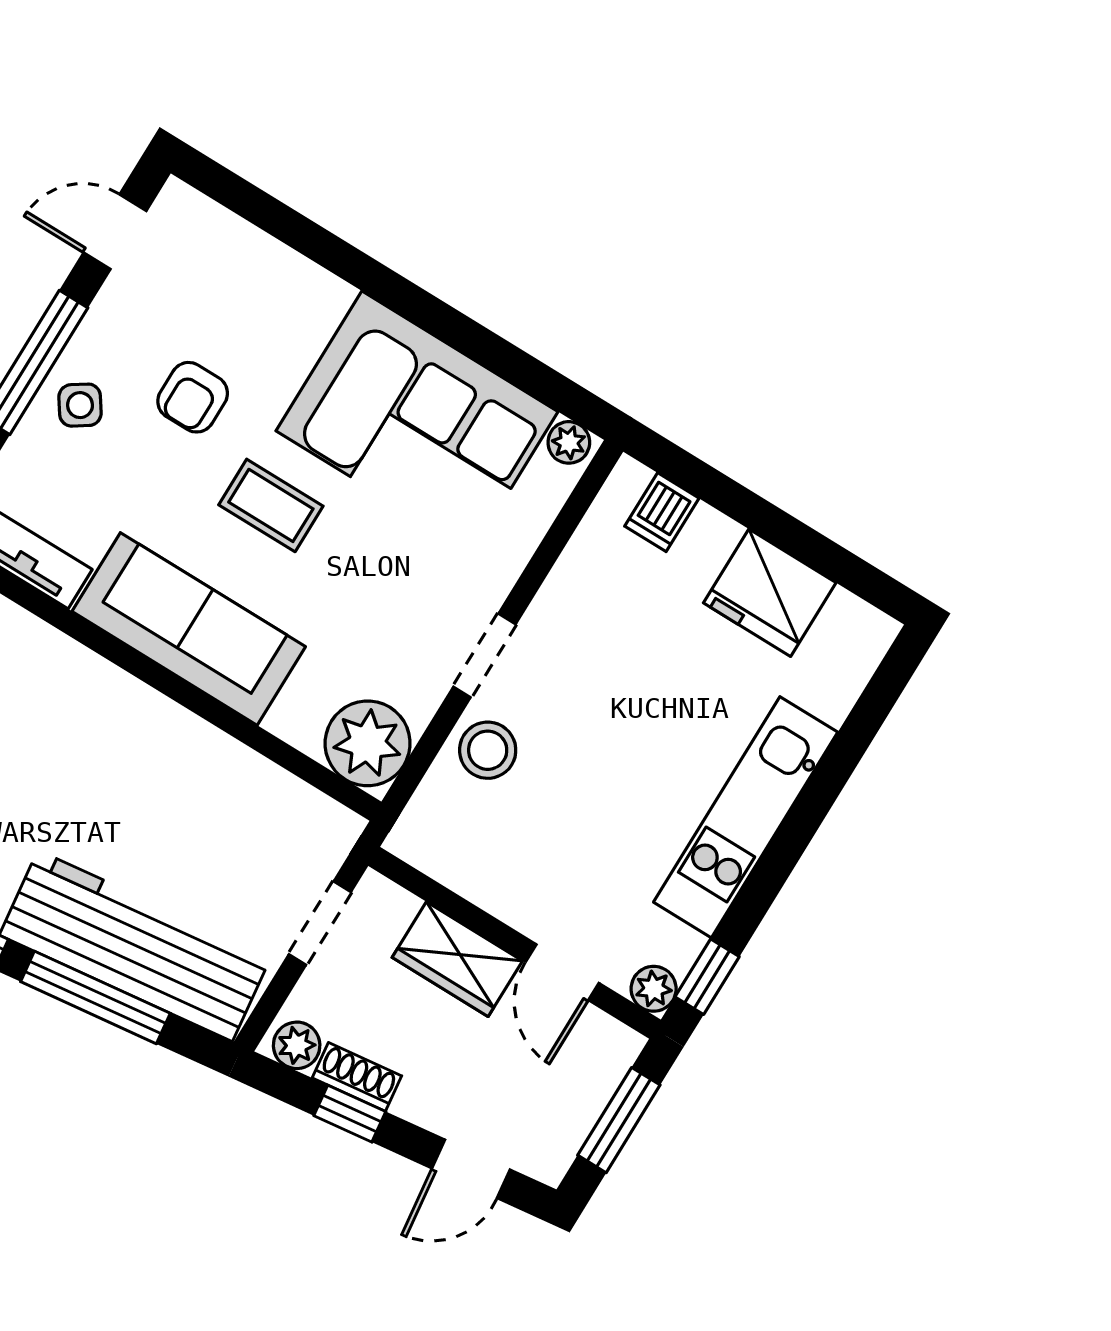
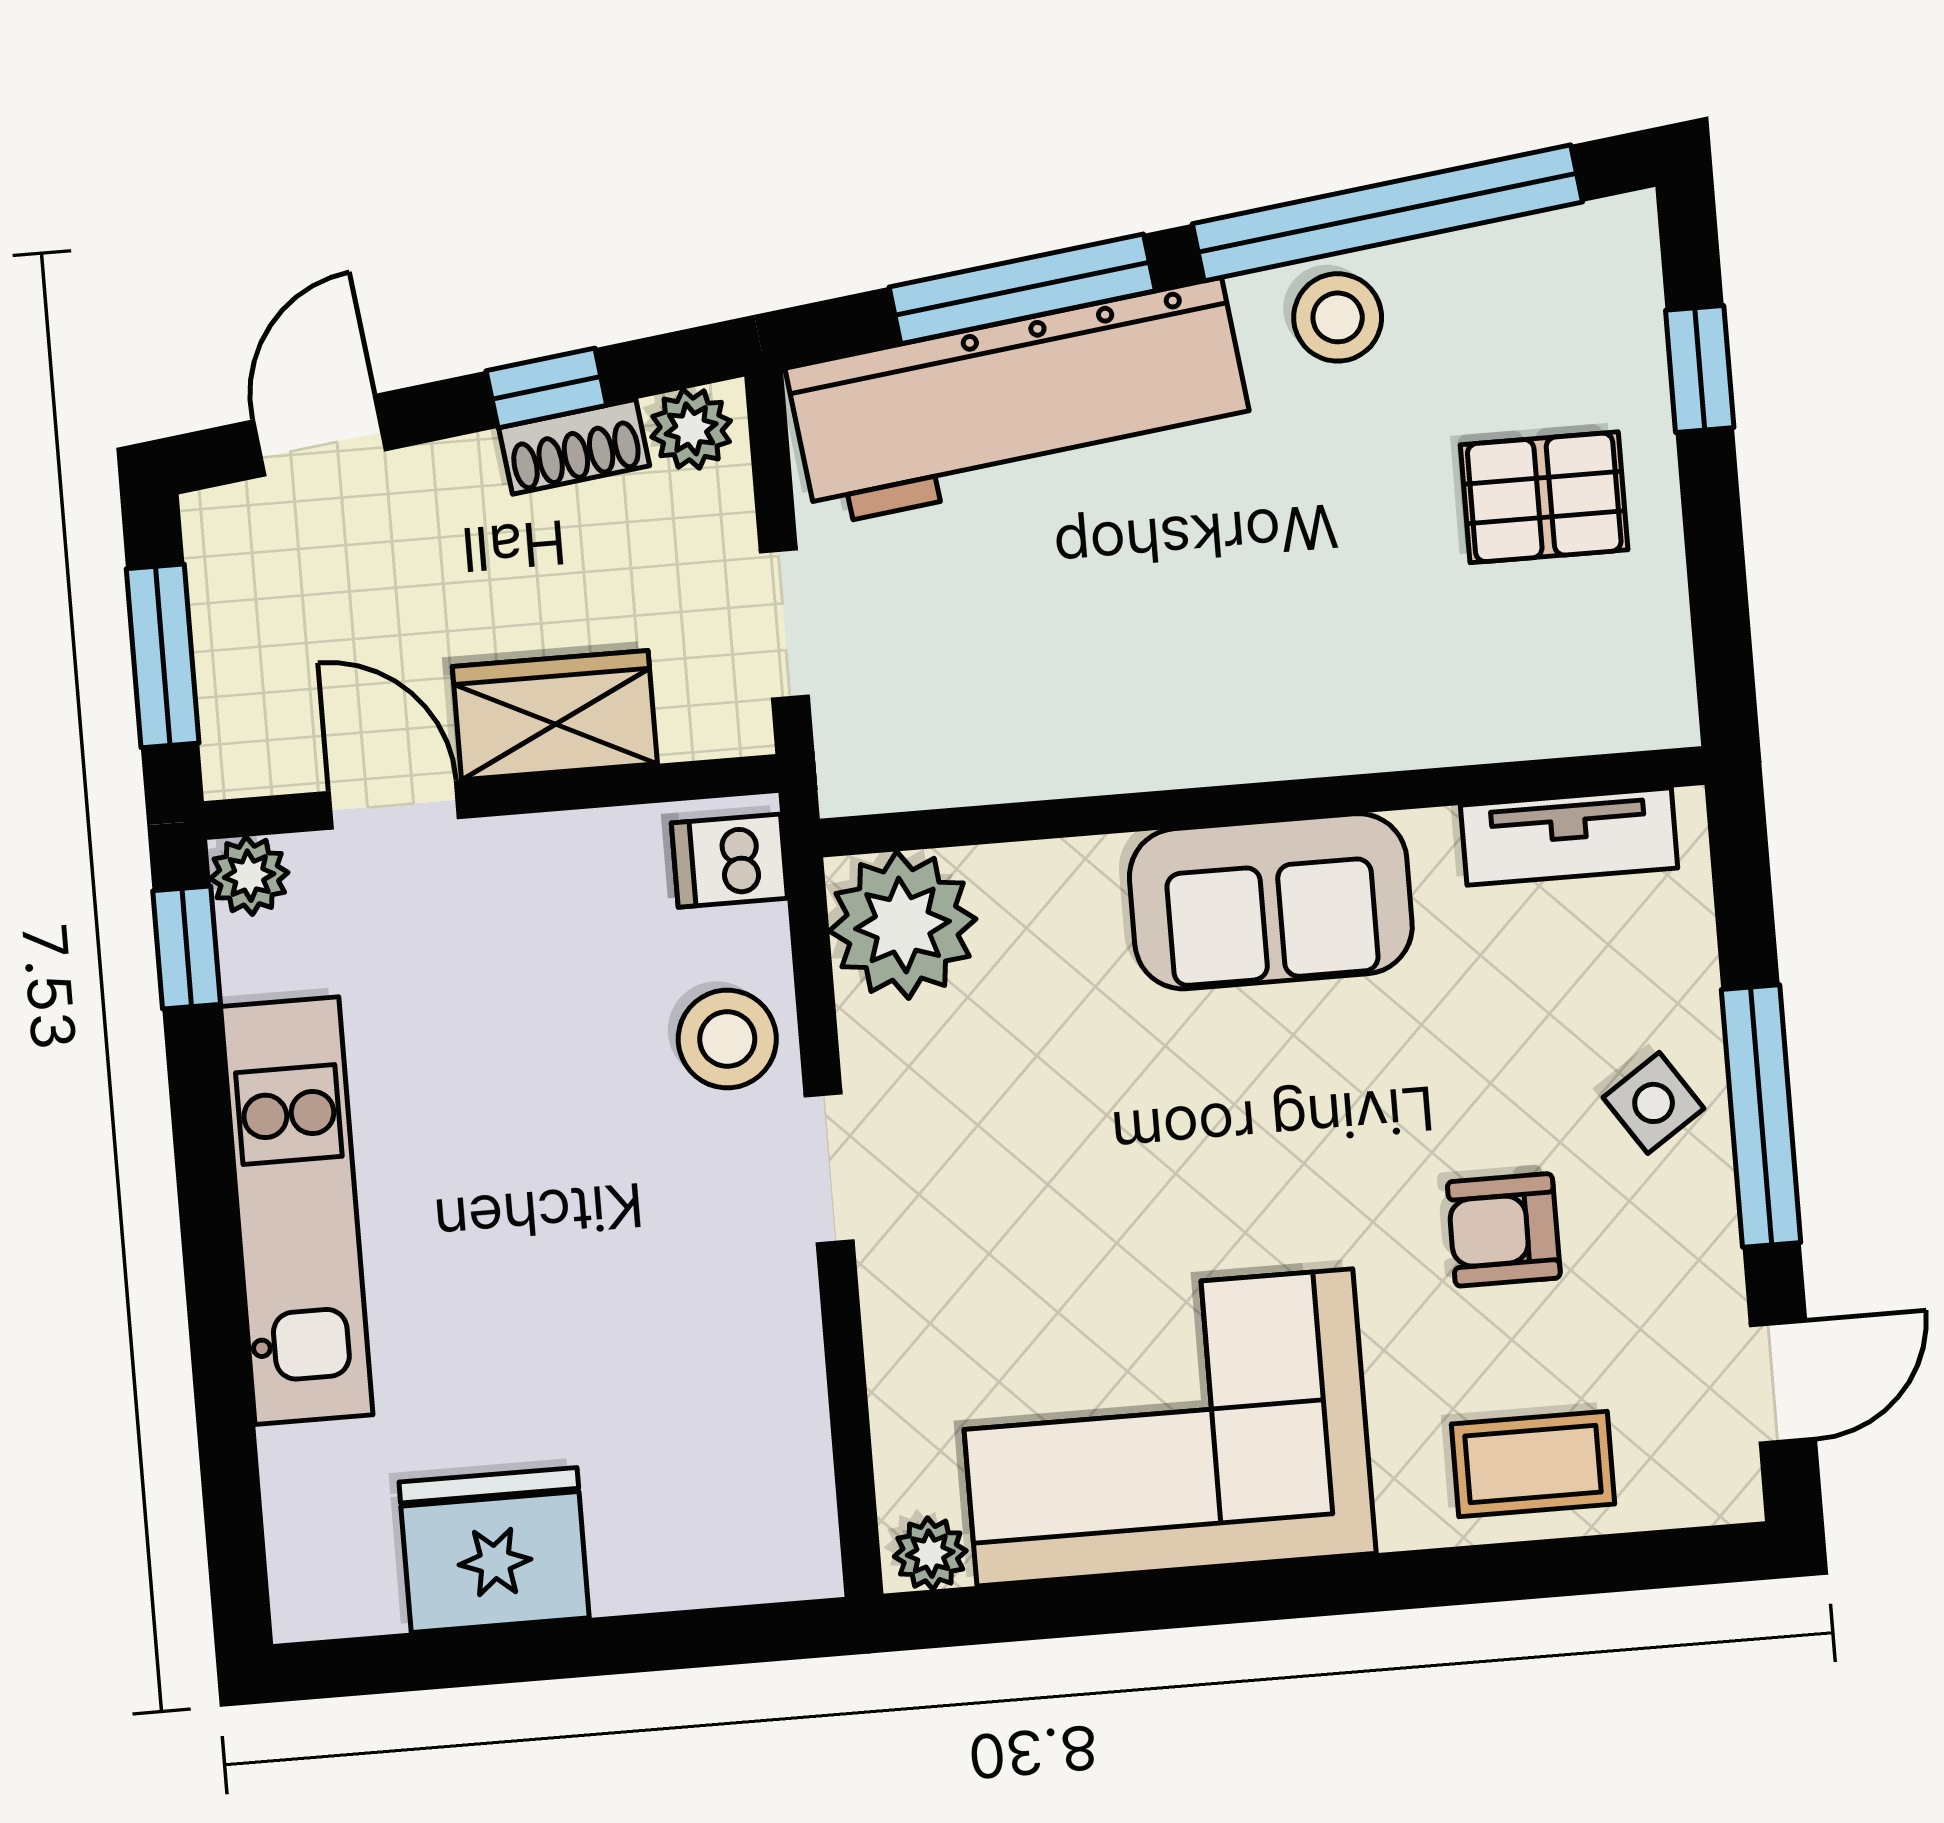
armchair: (193, 397) -> (1504, 1230), turned -90
coffee table: (271, 505) -> (1533, 1464), moved
dishwasher: (662, 512) -> (729, 861), moved, turned -90
sofa: (189, 629) -> (1271, 901), width x0.73

